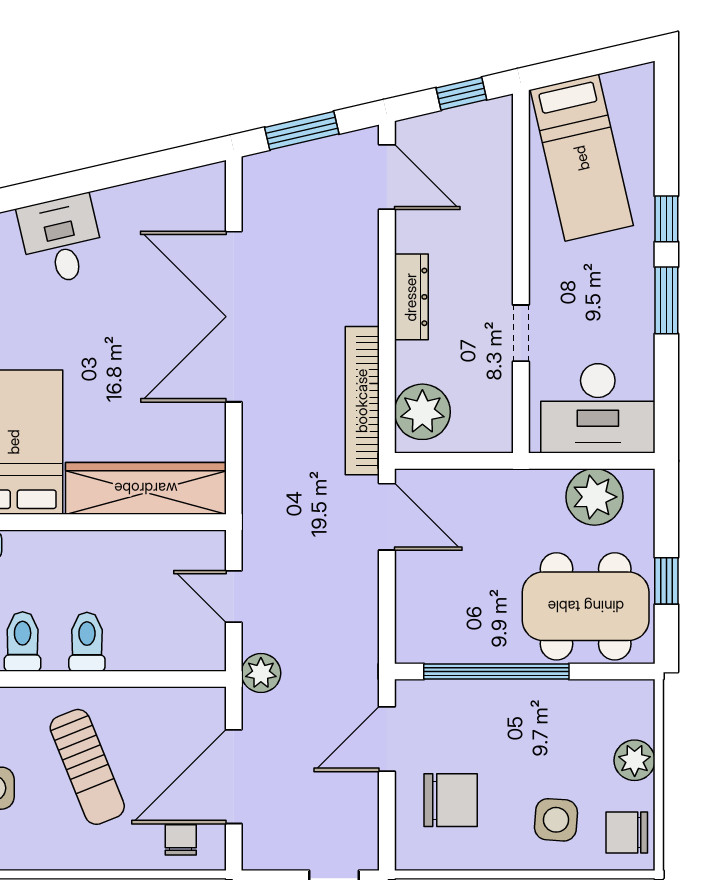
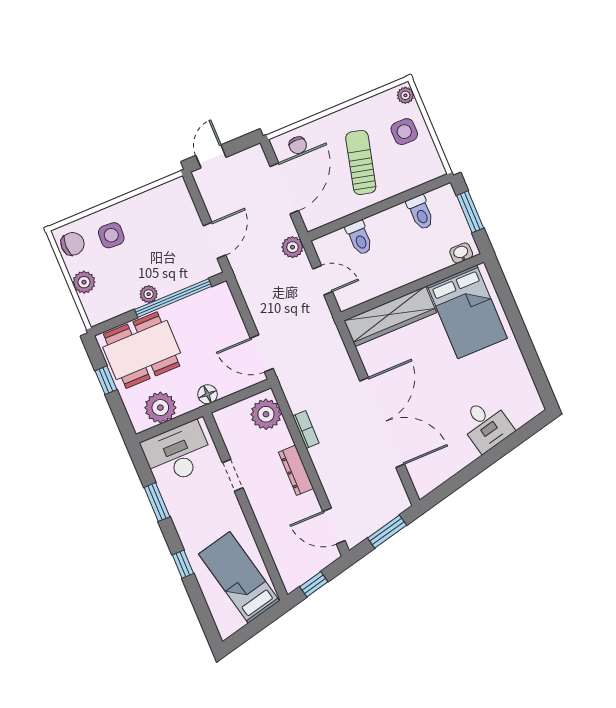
window: (666, 300) -> (157, 502), moved
bookcase: (362, 401) -> (306, 429), width x0.43, depth x0.76
floor lamp: (506, 486) -> (208, 394), added
toilet: (87, 642) -> (359, 238), moved
plant: (535, 695) -> (149, 294), added
sun lounger: (87, 767) -> (361, 162), turned 36
chair: (451, 800) -> (169, 223), removed

